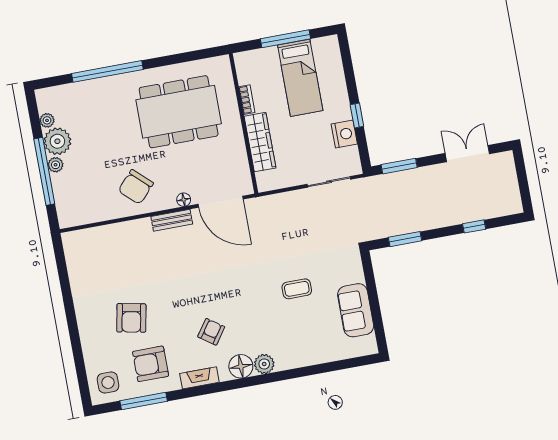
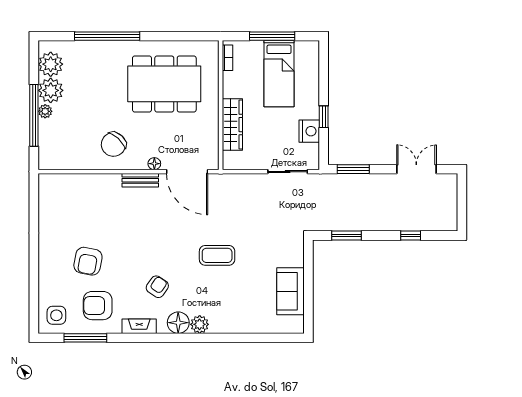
bookcase: (247, 100) -> (227, 58), moved
plant: (47, 120) -> (51, 64), width x1.88, depth x1.88
coffee table: (297, 289) -> (217, 255), moved, width x1.36, depth x1.30

